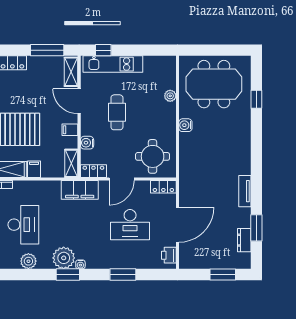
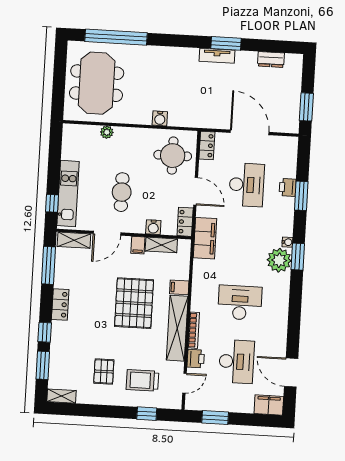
window: (256, 99) -> (116, 37), width x3.17
cafe table: (117, 112) -> (122, 192), turned 90
water cooler: (185, 125) -> (160, 118), moved
shelving: (71, 163) -> (161, 245), moved
window: (256, 228) -> (226, 43), moved
printer: (169, 255) -> (288, 187), moved, turned 90
plant: (28, 261) -> (281, 299), removed
window: (223, 275) -> (306, 107), moved

